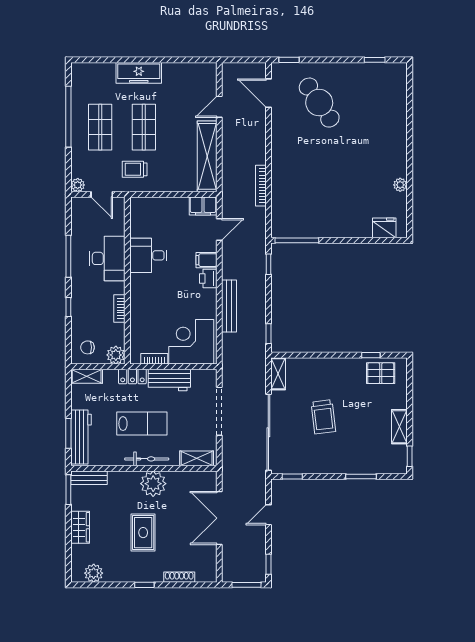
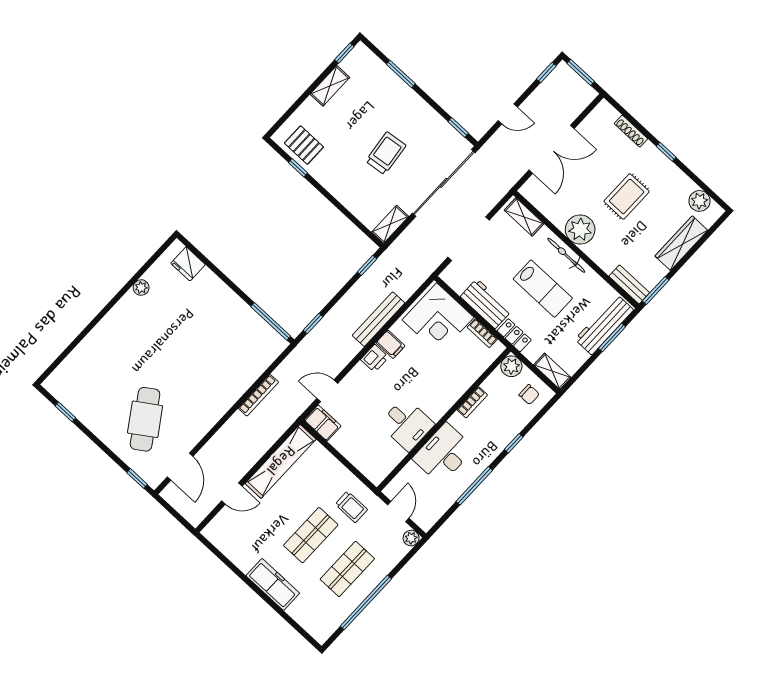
filing cabinet: (206, 260) -> (390, 344), moved
lab bench: (142, 424) -> (543, 289), turned 180
wardrobe: (80, 527) -> (681, 243), width x1.50

